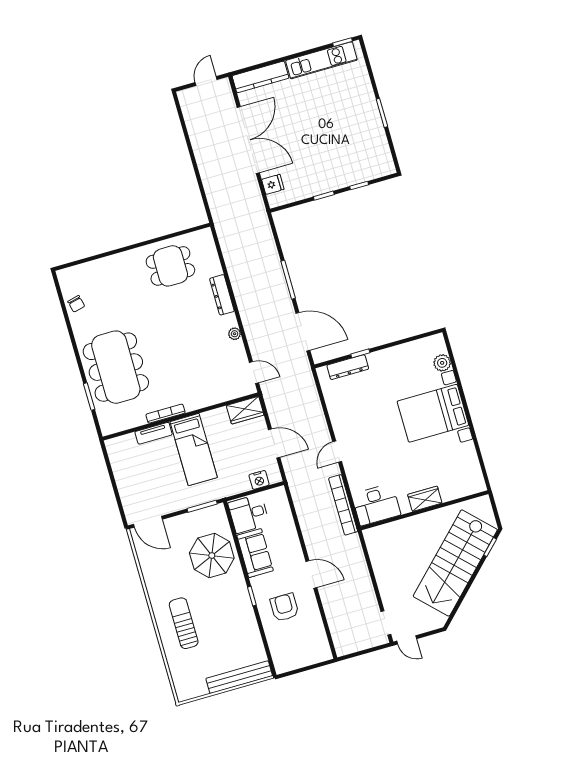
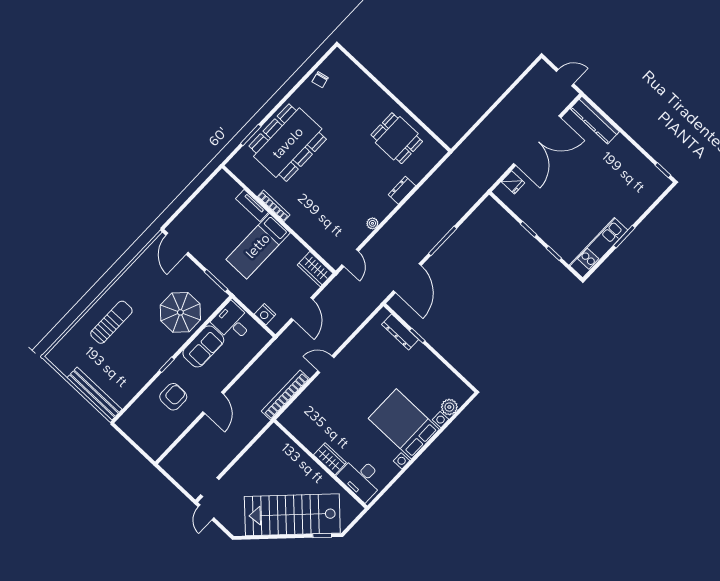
kitchen unit: (321, 60) -> (599, 248), moved, turned 90
dresser: (222, 295) -> (402, 190), width x0.70
desk: (376, 505) -> (361, 478), moved

